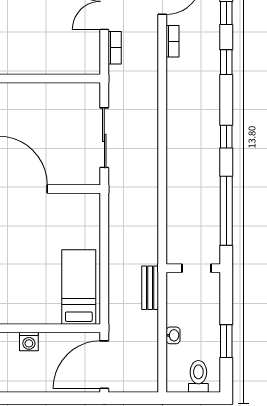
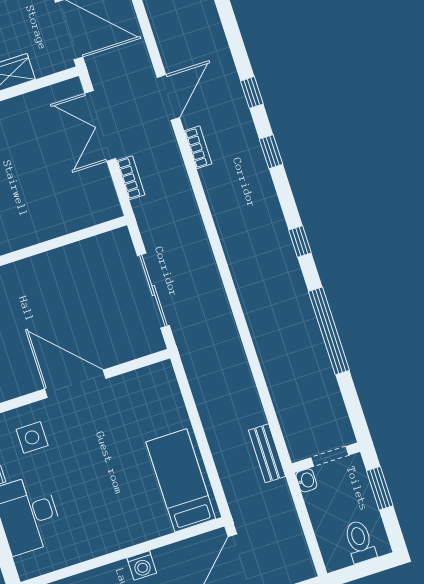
wall: (193, 268) -> (326, 458), moved
doorway: (196, 268) -> (330, 456), moved
washbasin: (173, 335) -> (306, 480), moved

